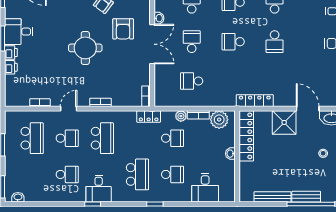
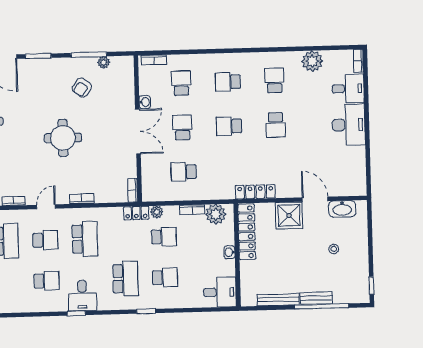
armchair: (123, 29) -> (105, 115), removed
plant: (181, 116) -> (157, 212), moved
desk: (205, 188) -> (220, 292), moved, turned -90

